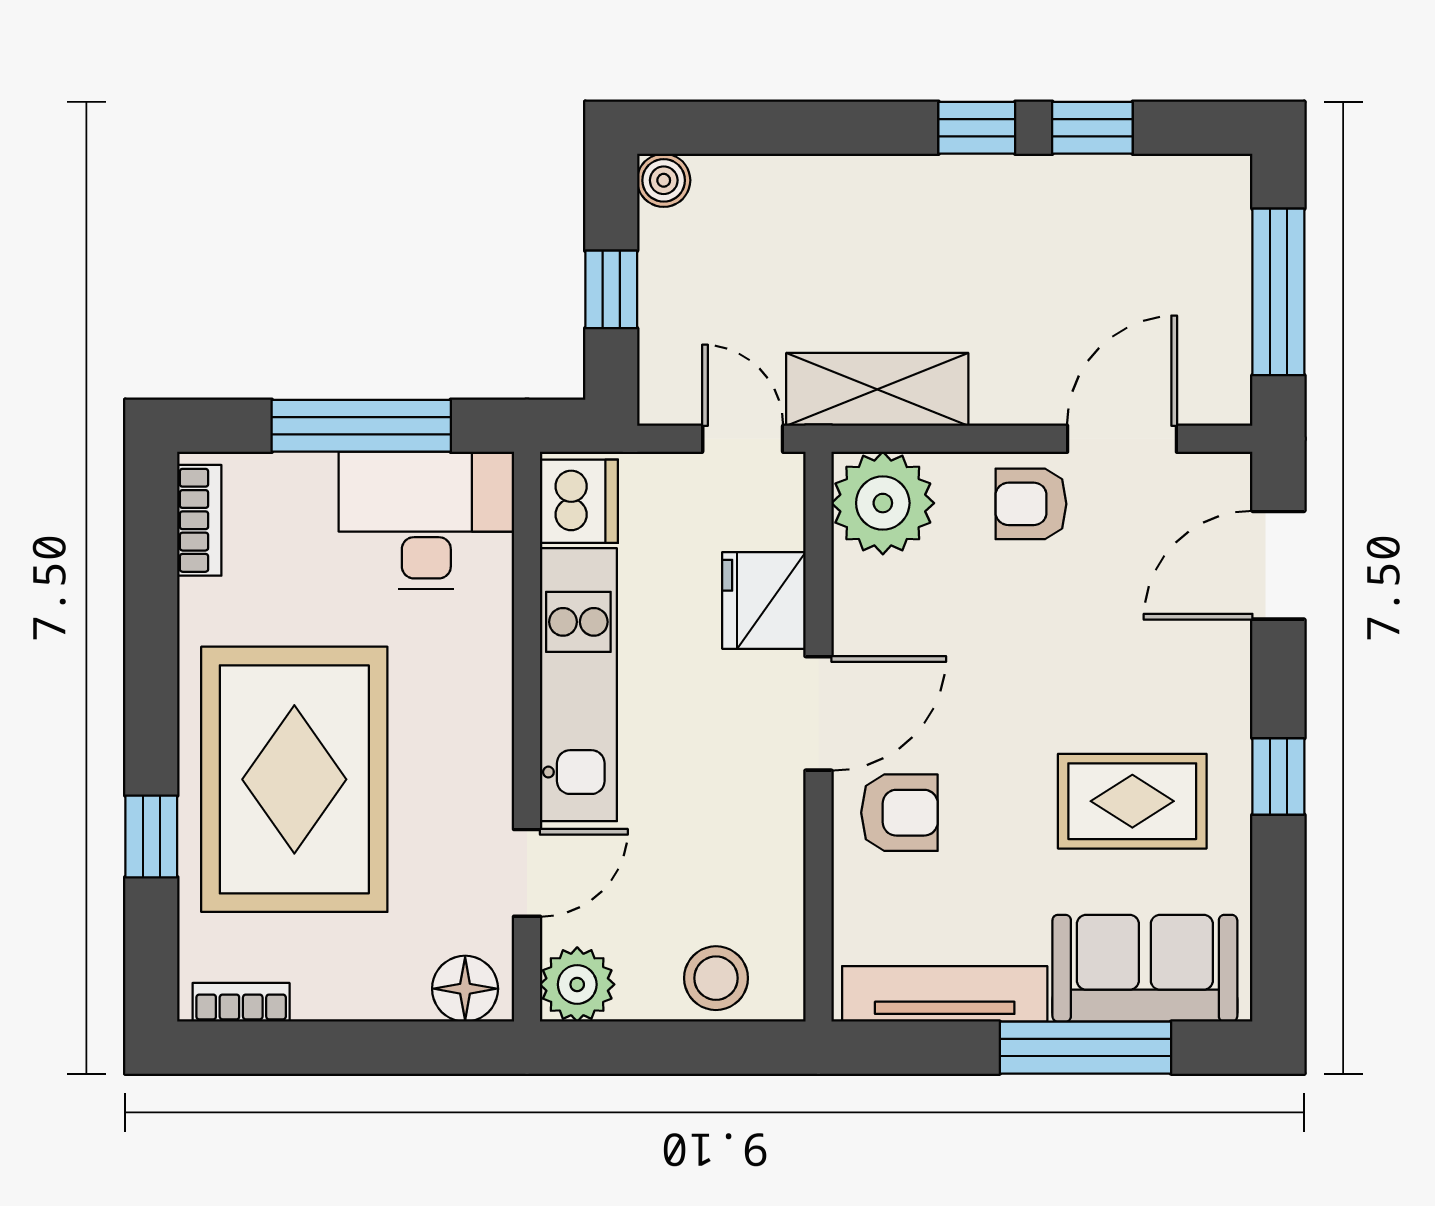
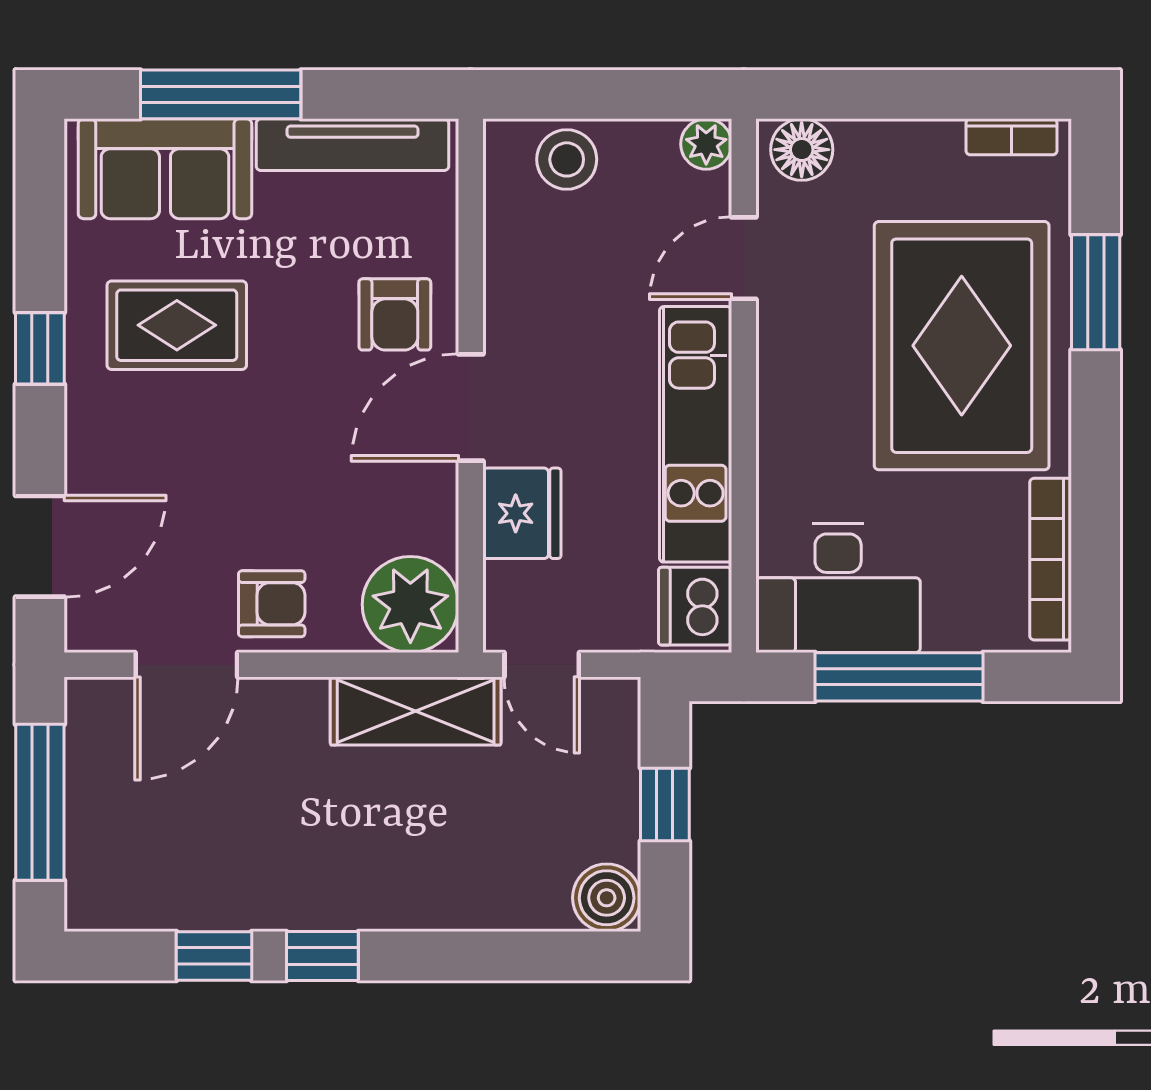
boiler: (664, 180) -> (607, 898), width x1.36, depth x1.36
bookcase: (199, 520) -> (1051, 559), width x1.56
armchair: (899, 813) -> (395, 314), turned -90
window: (151, 836) -> (1096, 292), width x1.50
plant: (577, 984) -> (706, 144), width x0.73, depth x0.73

